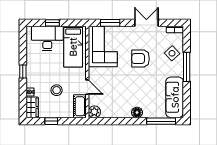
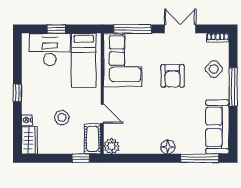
window: (110, 23) -> (133, 29), width x1.44
armchair: (141, 59) -> (172, 76), turned -90
window: (51, 121) -> (81, 158), moved

